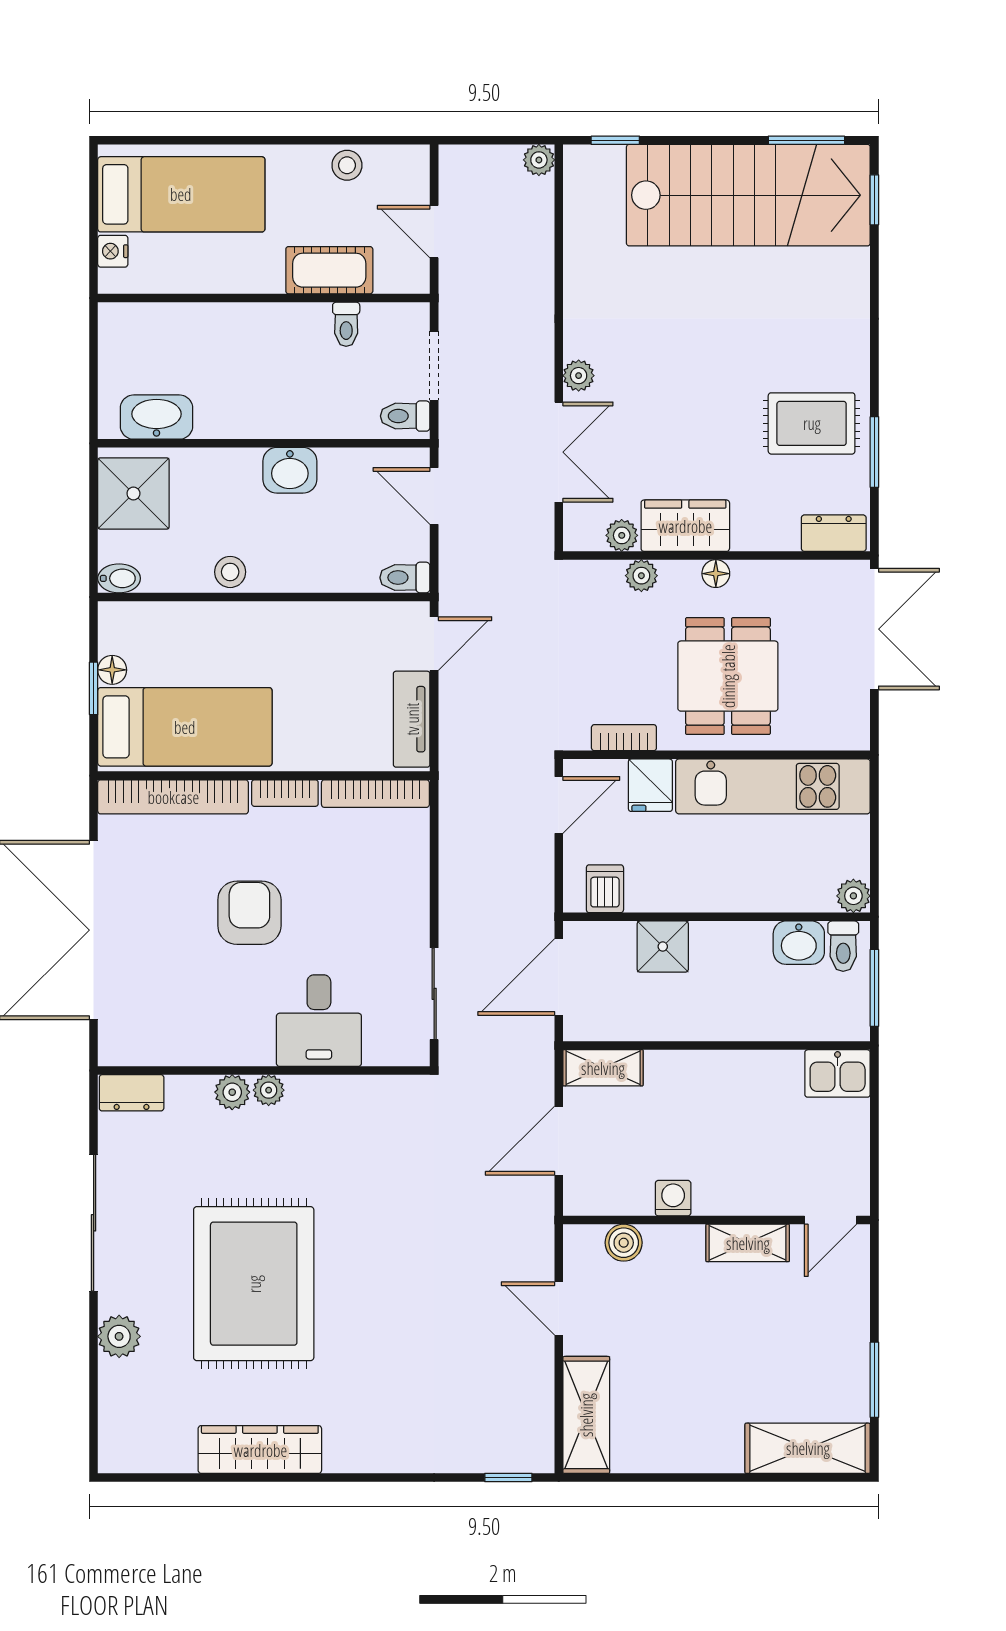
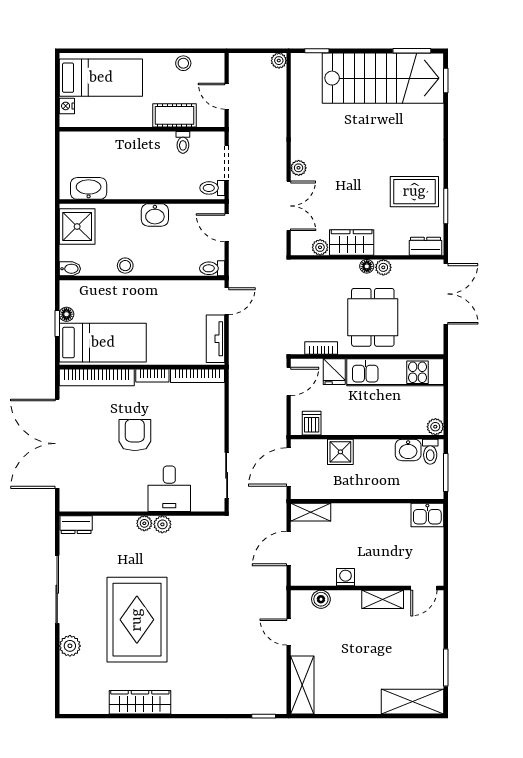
plant: (641, 576) -> (383, 267), moved
plant: (232, 1092) -> (162, 524), moved

